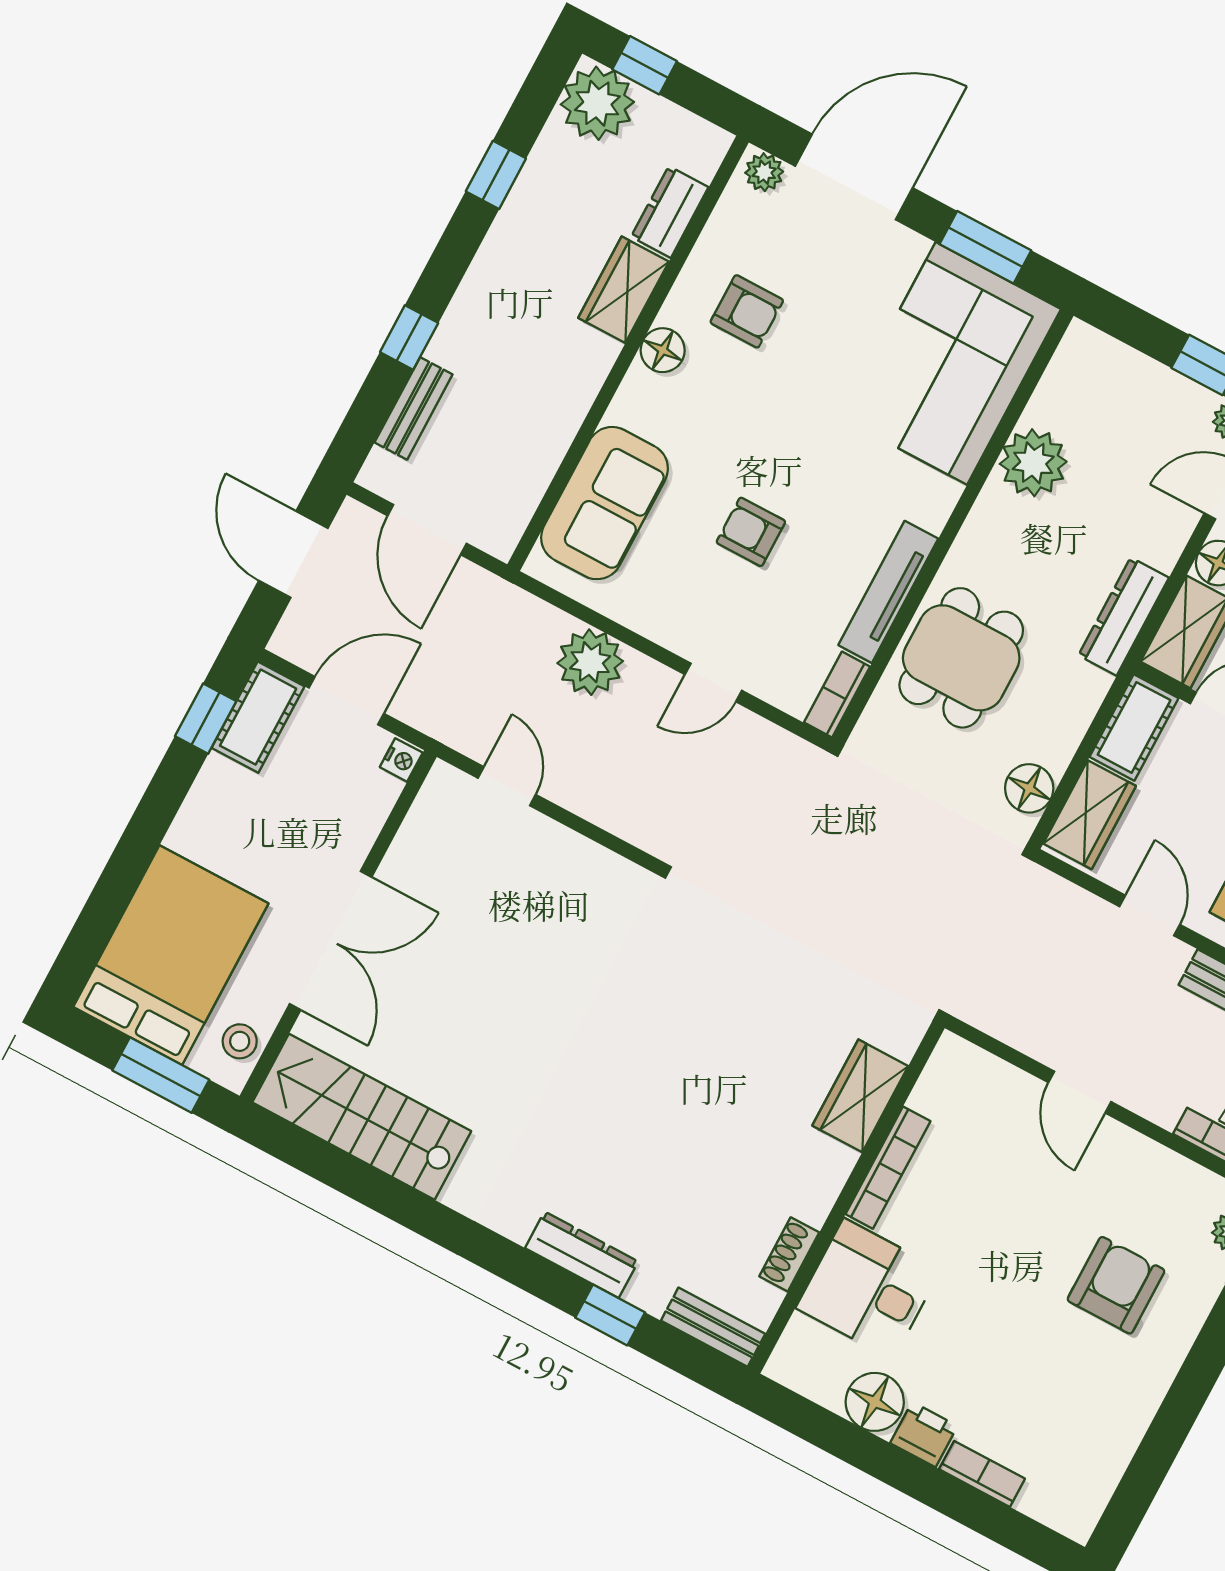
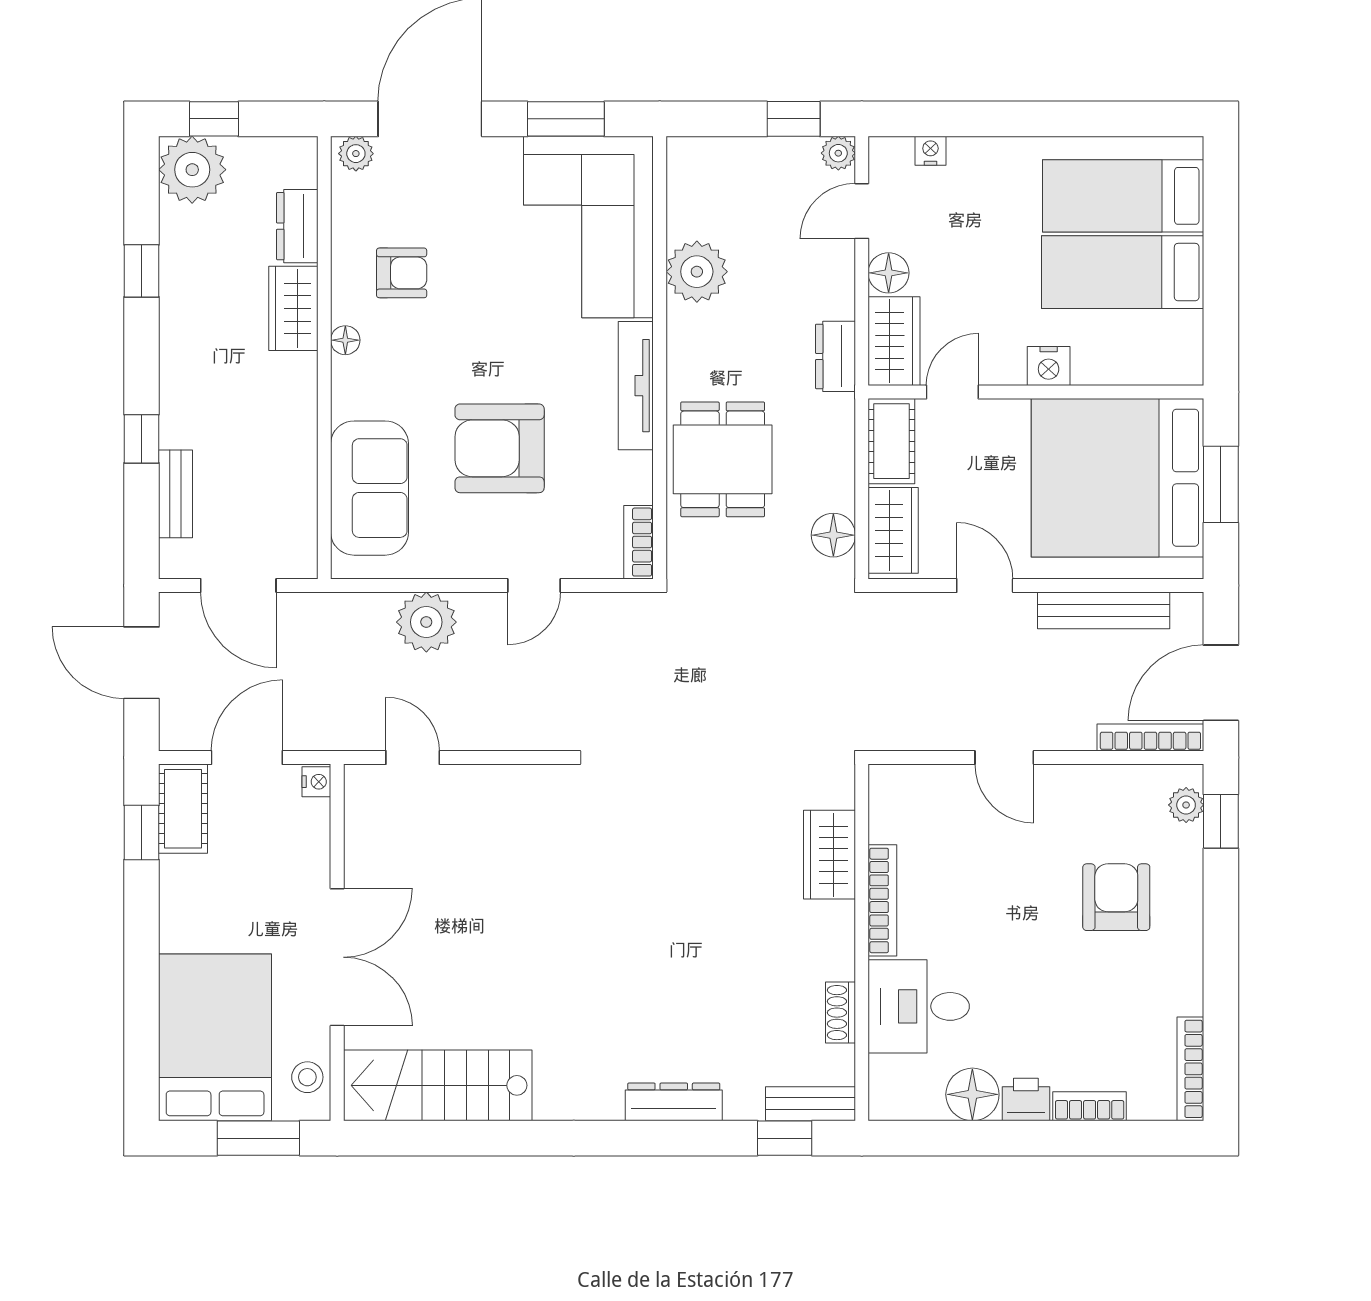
floor lamp: (663, 350) -> (345, 340), width x0.73, depth x0.73
armchair: (751, 532) -> (500, 448), width x1.88, depth x1.88
tv unit: (888, 592) -> (636, 386), moved
dresser: (1124, 617) -> (835, 356), width x0.70
window: (610, 1315) -> (785, 1138), moved
bookcase: (1099, 1490) -> (1190, 1069), added

